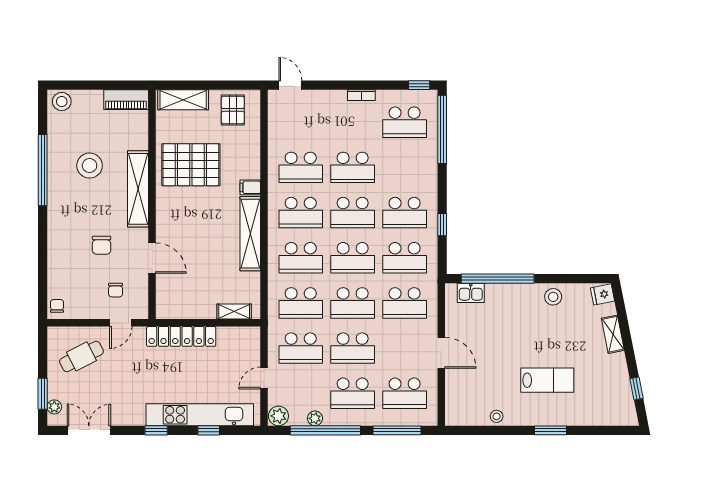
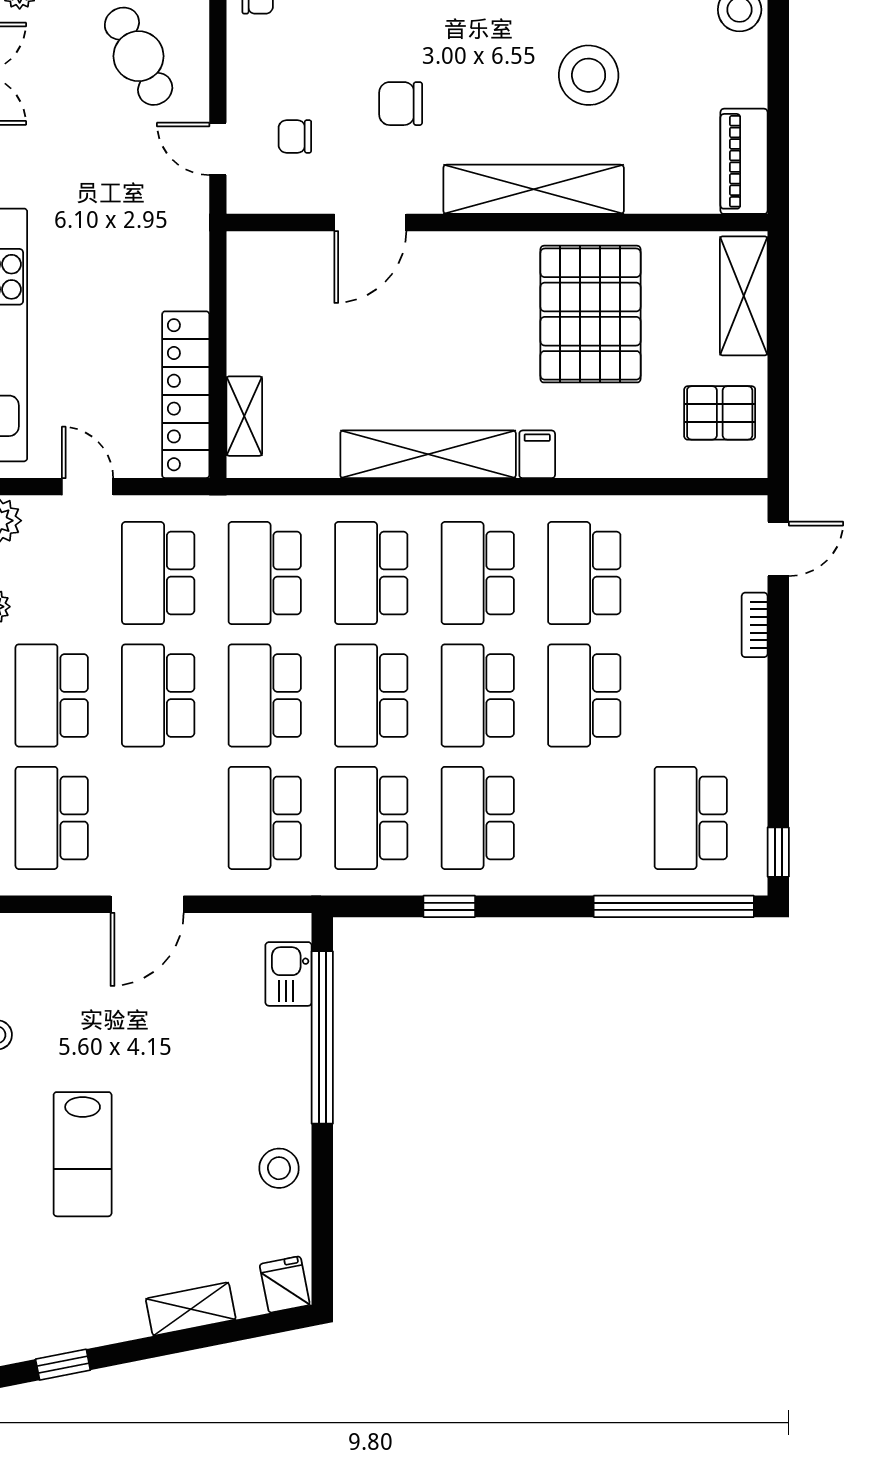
bookcase: (361, 95) -> (755, 625), moved
locker: (181, 336) -> (186, 395), moved

